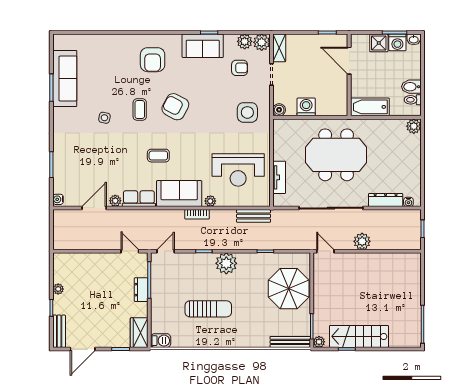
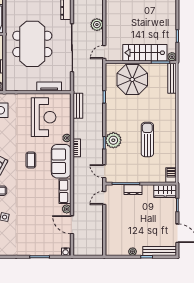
coffee table: (158, 156) -> (31, 160), moved
plant: (226, 263) -> (113, 140), moved
bench: (59, 331) -> (160, 251), width x1.36
stairs: (359, 336) -> (145, 53), moved, turned 90

